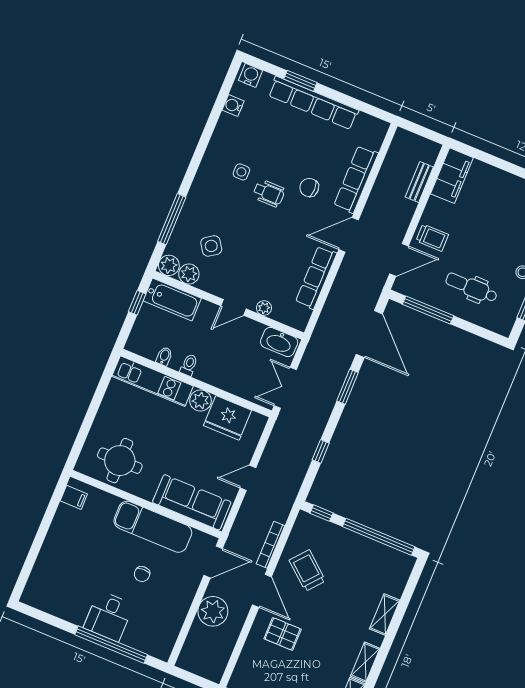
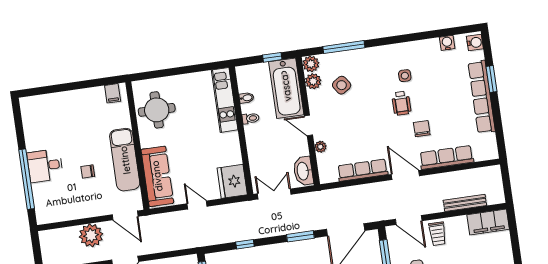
bench: (419, 182) -> (465, 203), width x1.36
bathtub: (172, 300) -> (286, 88), width x1.36, depth x1.36
plant: (201, 401) -> (231, 141), removed
fridge: (227, 418) -> (232, 181), moved
bookcase: (271, 545) -> (160, 248), removed

